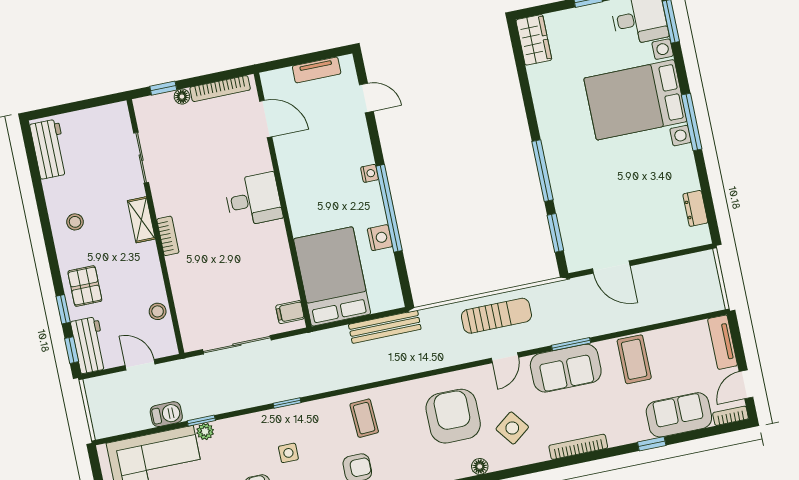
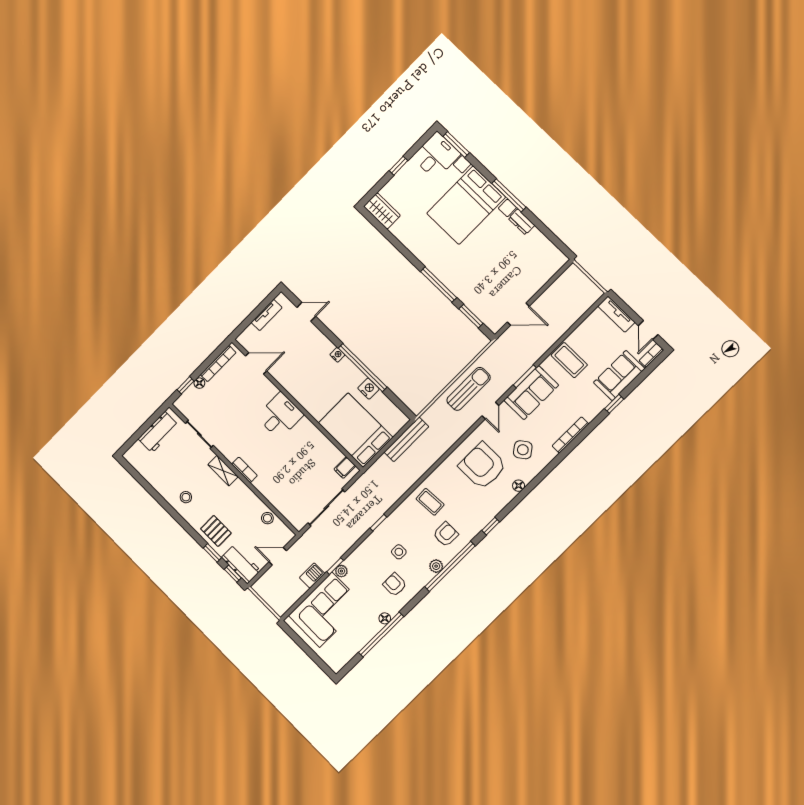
workbench: (49, 149) -> (158, 432), moved, turned 90
dresser: (695, 208) -> (522, 222), moved

